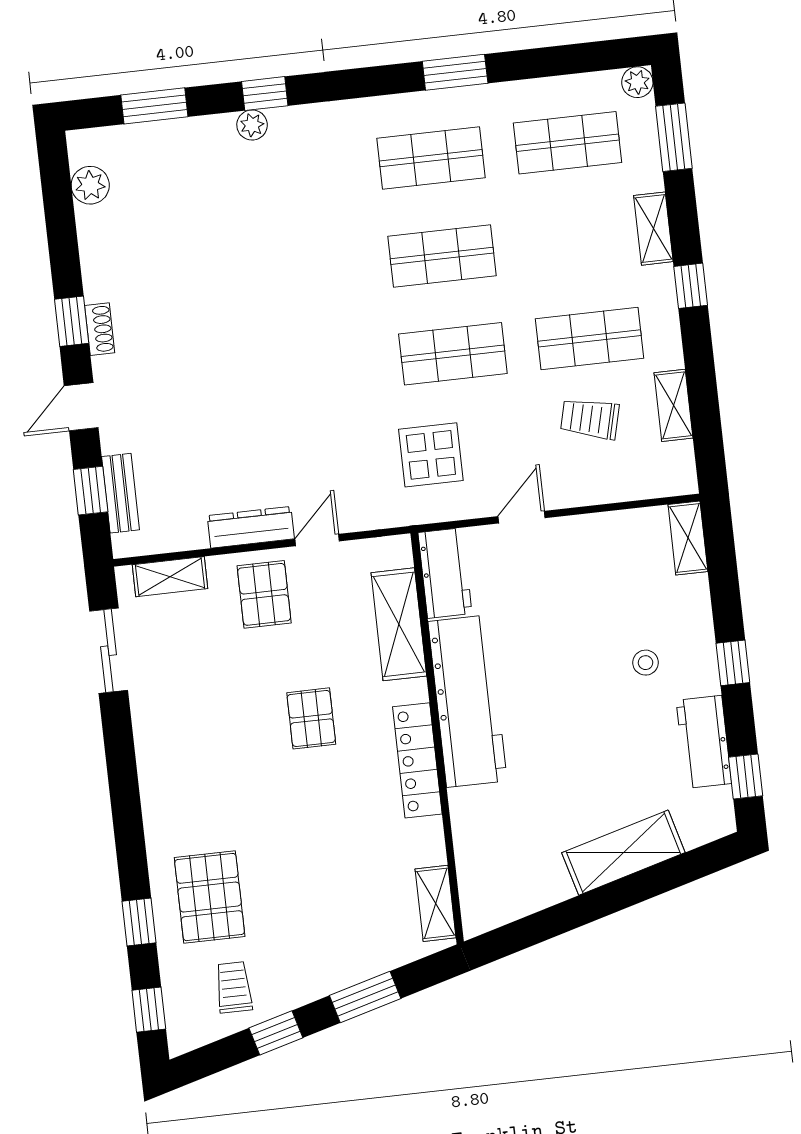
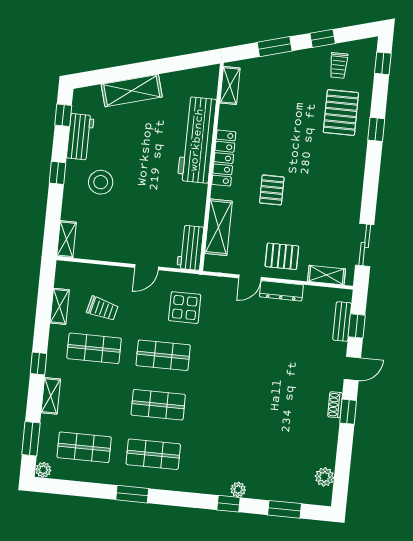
pallet: (264, 594) -> (282, 256), turned 90
stool: (645, 663) -> (101, 182), width x1.89, depth x1.89
workbench: (467, 701) -> (197, 140), moved
window: (139, 922) -> (376, 129), moved

